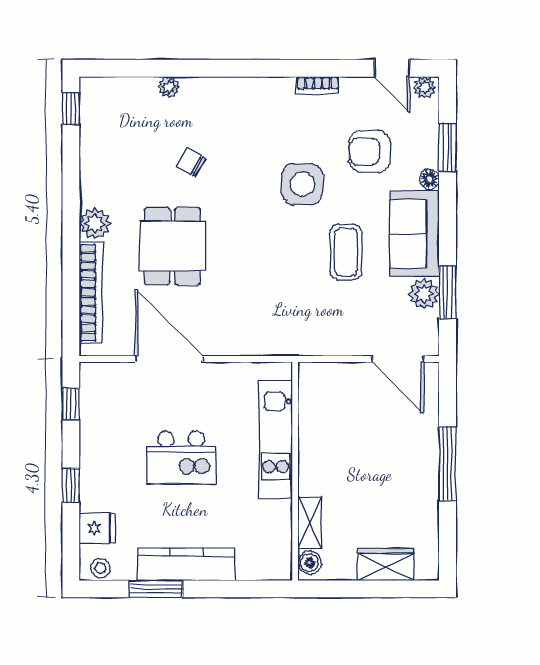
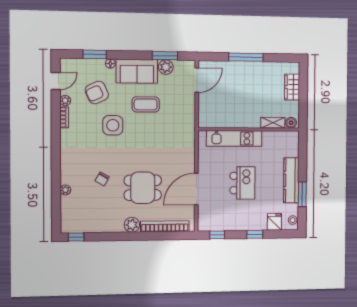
plant: (425, 87) -> (65, 101), moved
armchair: (370, 151) -> (97, 92), turned 66

